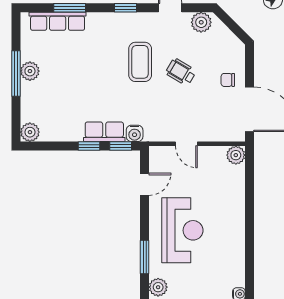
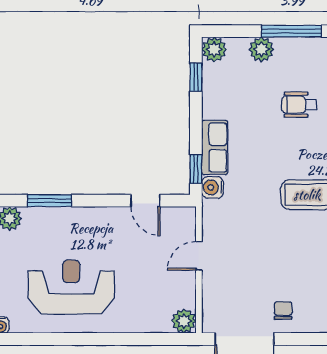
plant: (30, 71) -> (261, 49), moved
wheelchair: (181, 72) -> (299, 105), moved, turned -121
window: (89, 146) -> (196, 77), moved
reception desk: (182, 230) -> (71, 287), moved, turned 180

